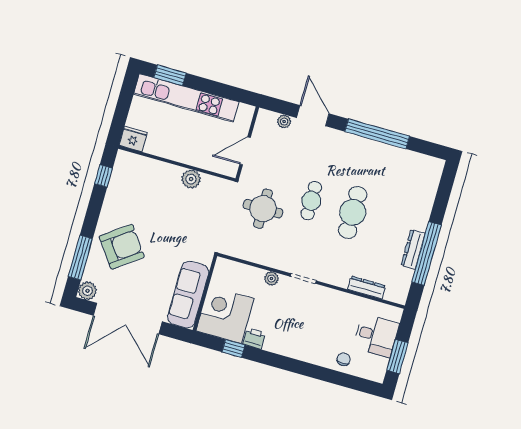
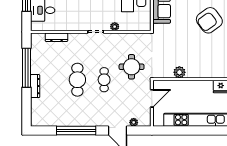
window: (170, 75) -> (210, 131), removed
dresser: (413, 249) -> (35, 86), moved

